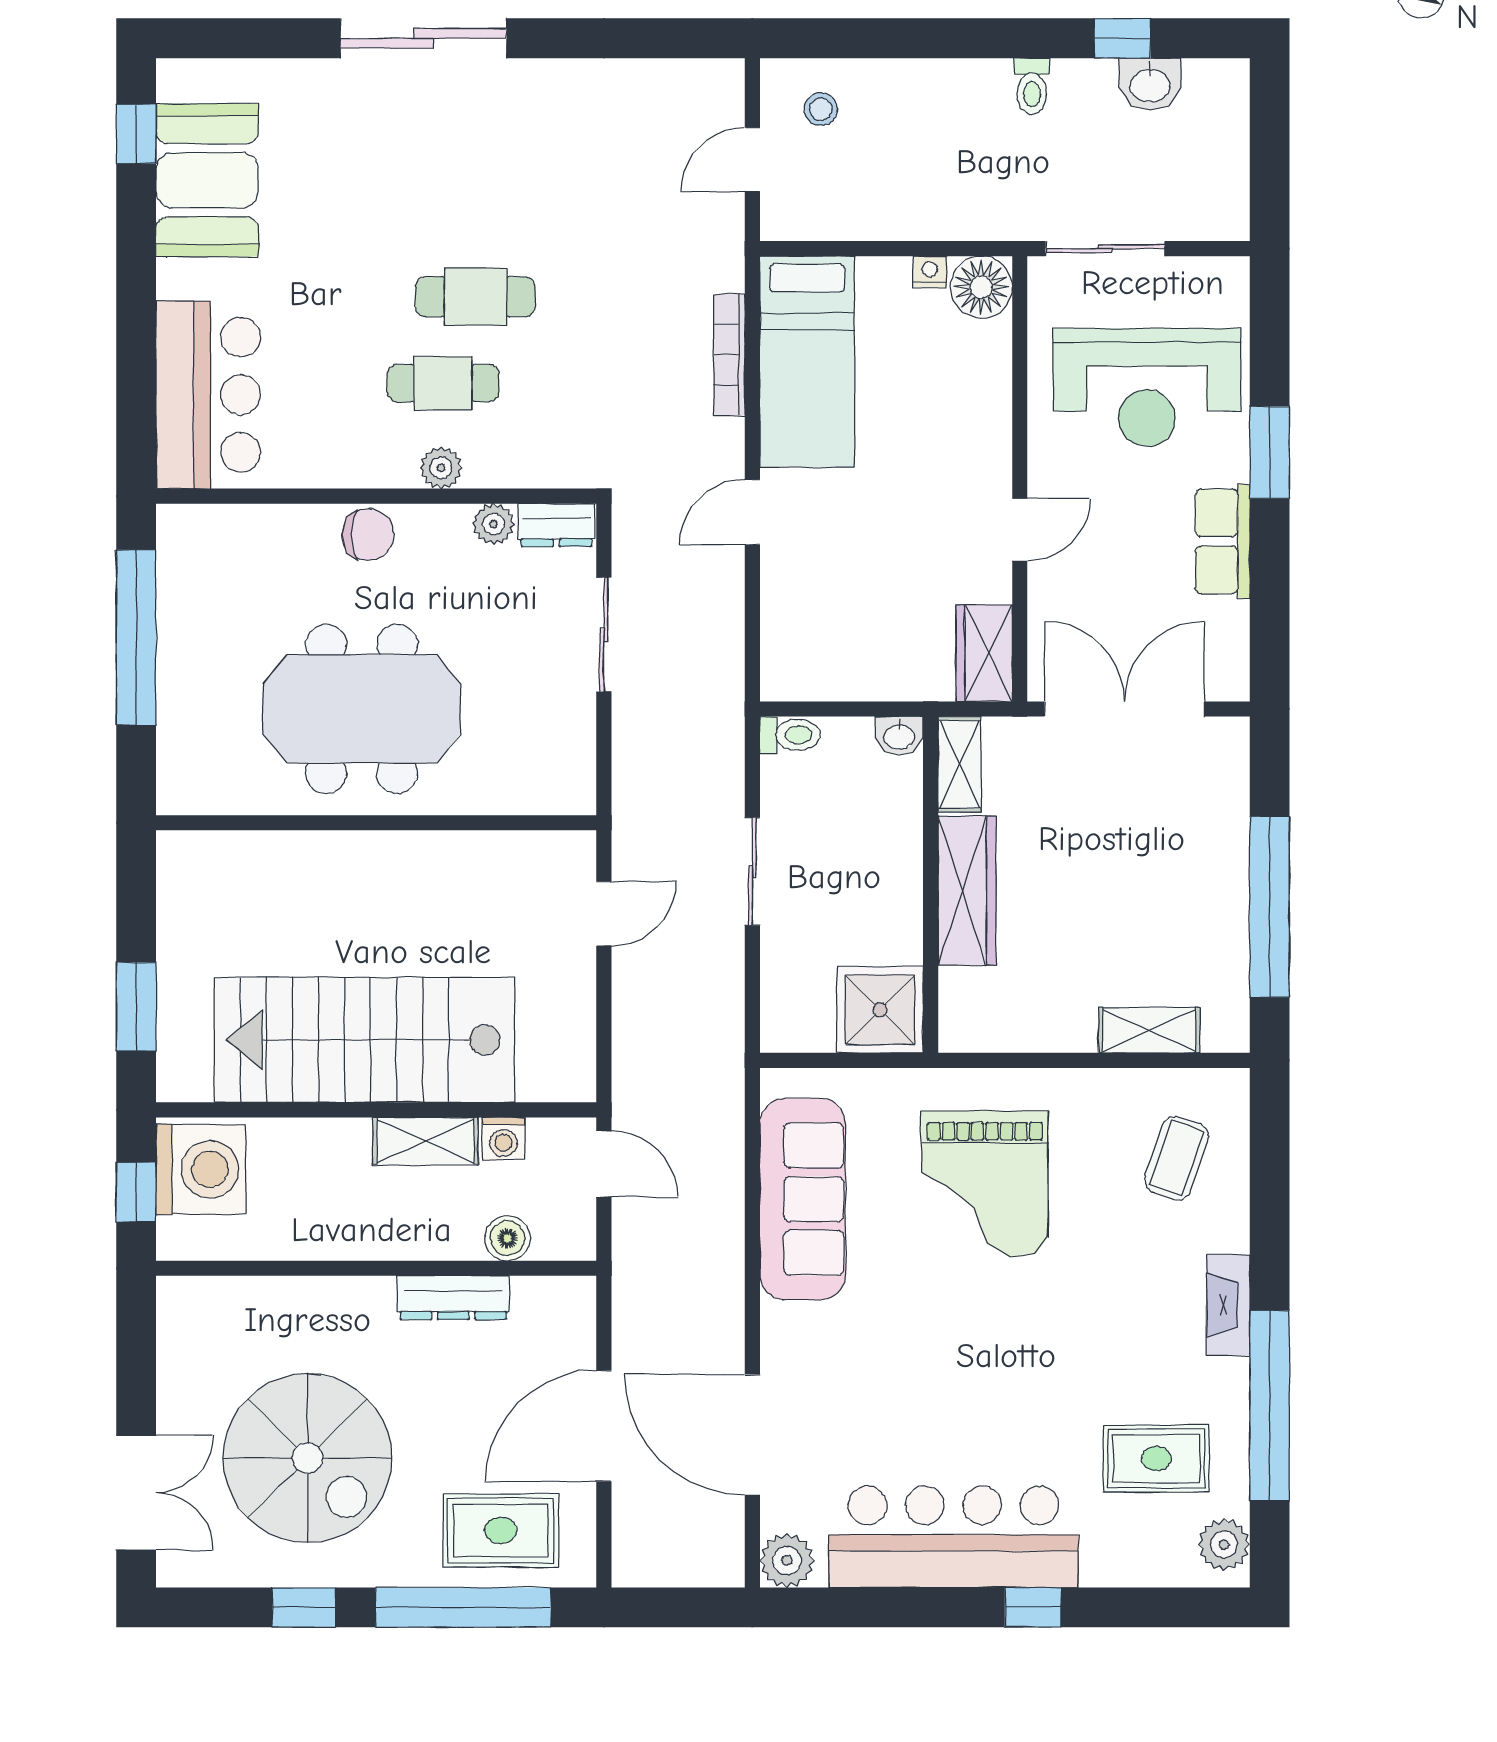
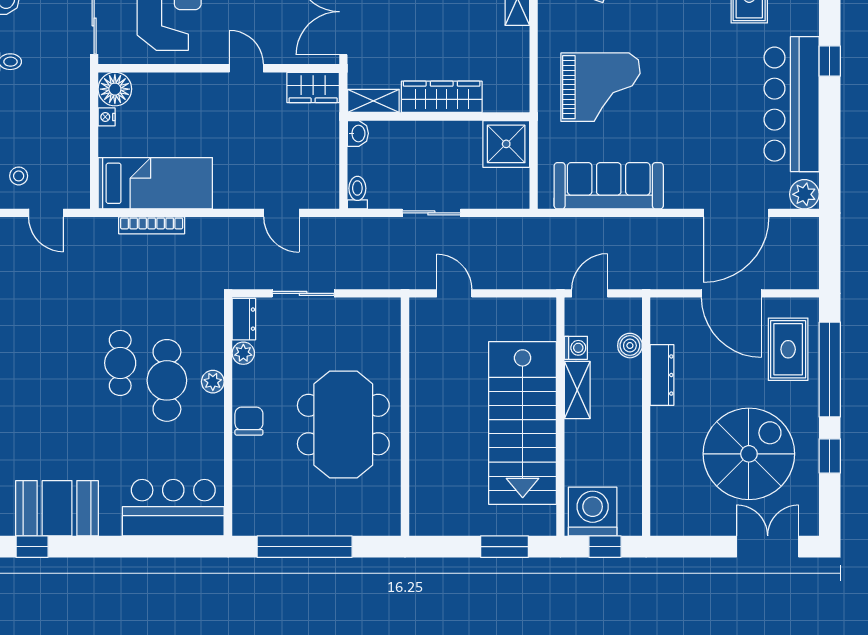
cafe table: (443, 383) -> (167, 380), width x1.37, depth x1.35
door: (752, 512) -> (281, 213), moved

